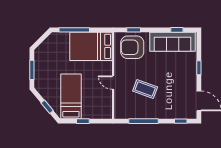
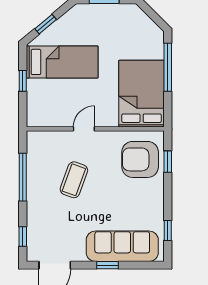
sofa: (173, 42) -> (122, 246), moved, turned 90
armchair: (132, 47) -> (140, 159), turned -90

